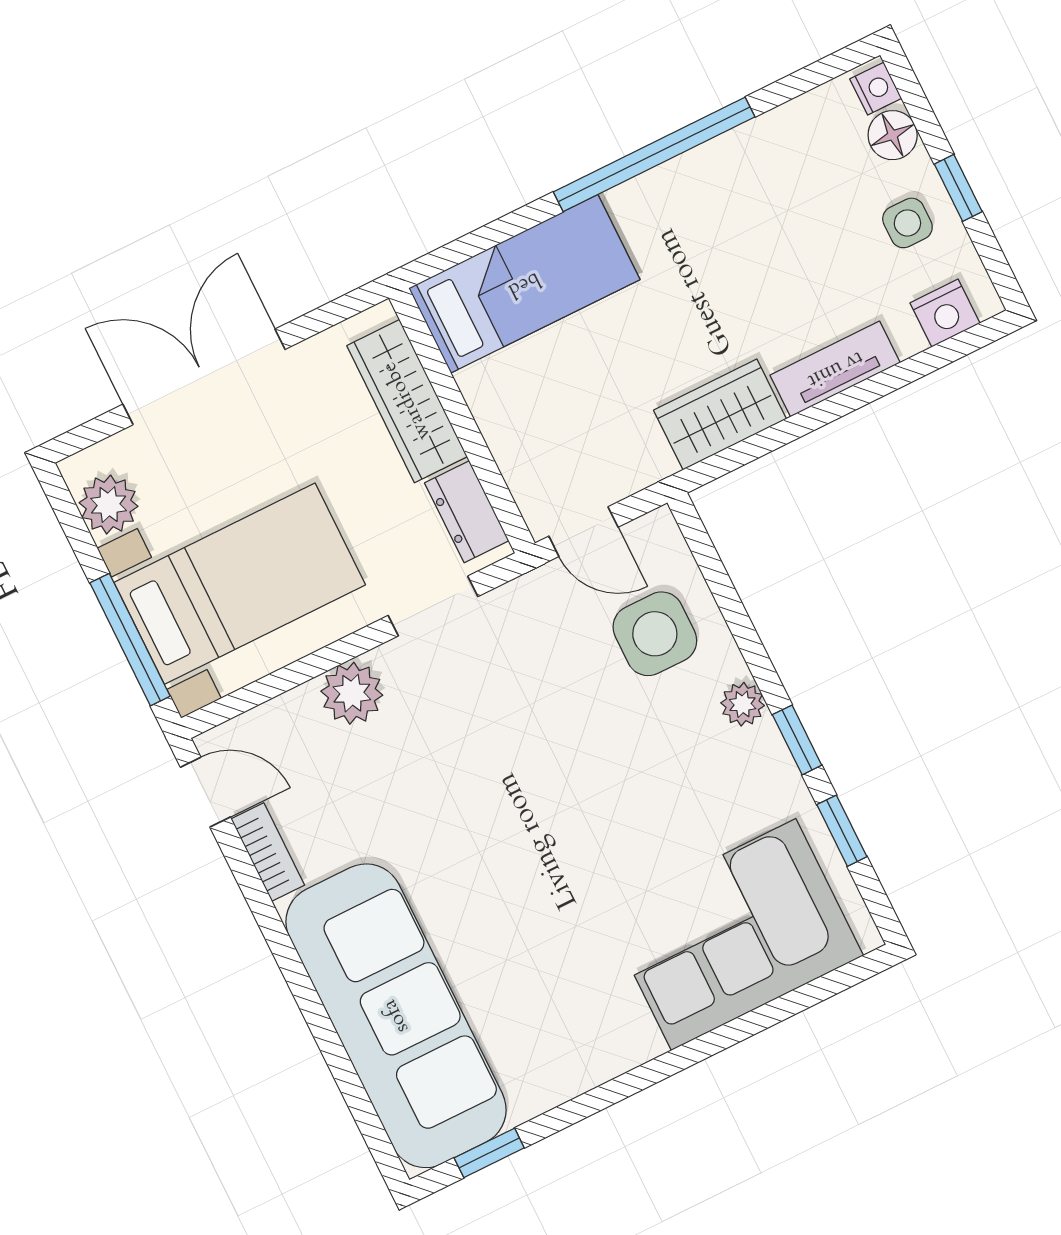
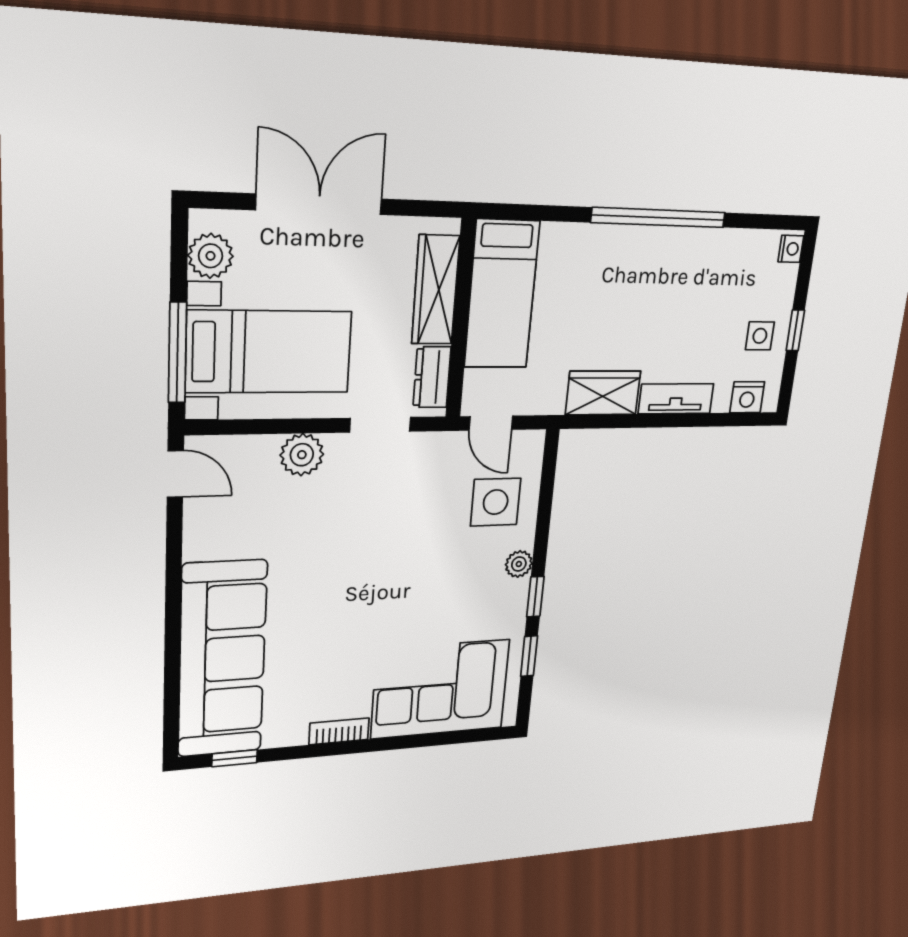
floor lamp: (893, 135) -> (783, 281), removed
bed: (524, 284) -> (502, 294), moved, turned 90
bookcase: (268, 852) -> (339, 731), moved, turned -90

